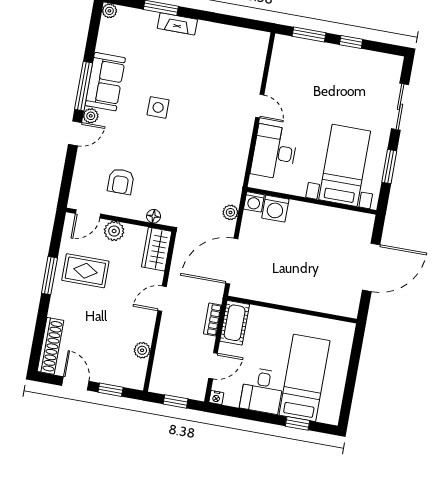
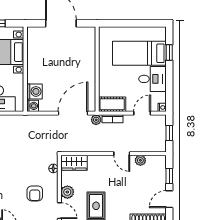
armchair: (121, 181) -> (35, 193), turned 90
plant: (230, 212) -> (96, 120), moved
door: (232, 261) -> (73, 113), swing flipped
door: (162, 299) -> (122, 154), moved
door: (213, 366) -> (142, 113), hinge flipped

